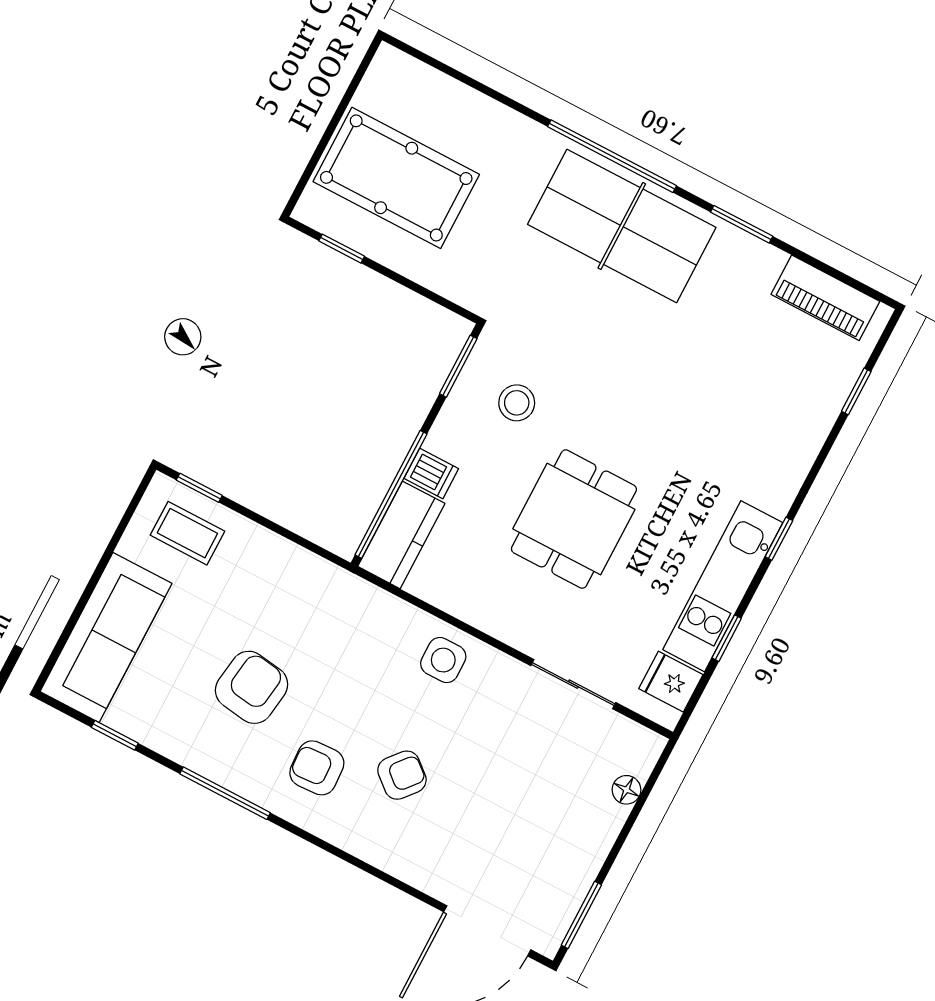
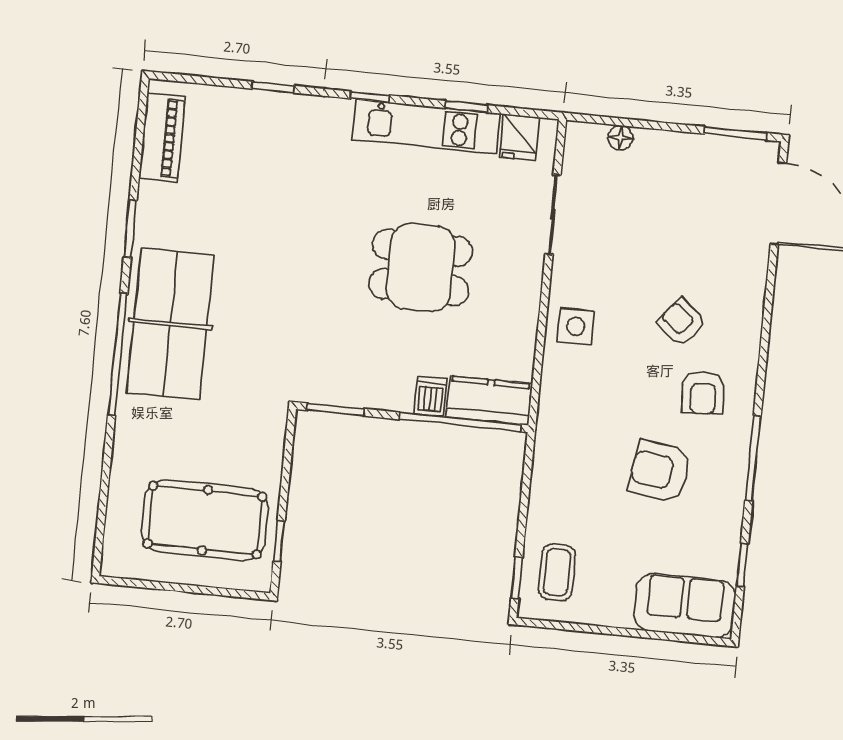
pool table: (396, 178) -> (205, 520), turned 90
window: (856, 391) -> (273, 87), moved
stool: (517, 403) -> (346, 351), removed
sofa: (106, 637) -> (685, 606), width x0.73

